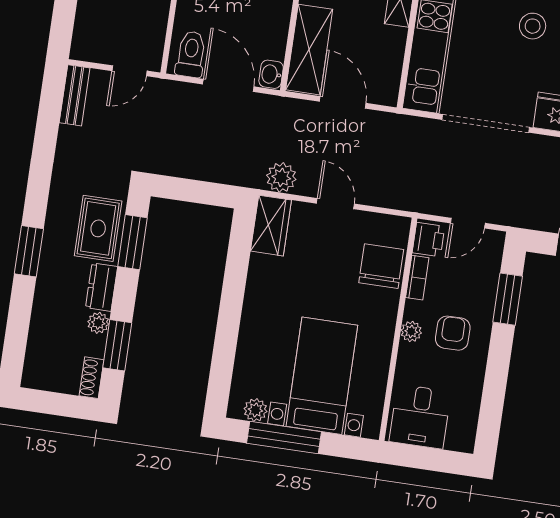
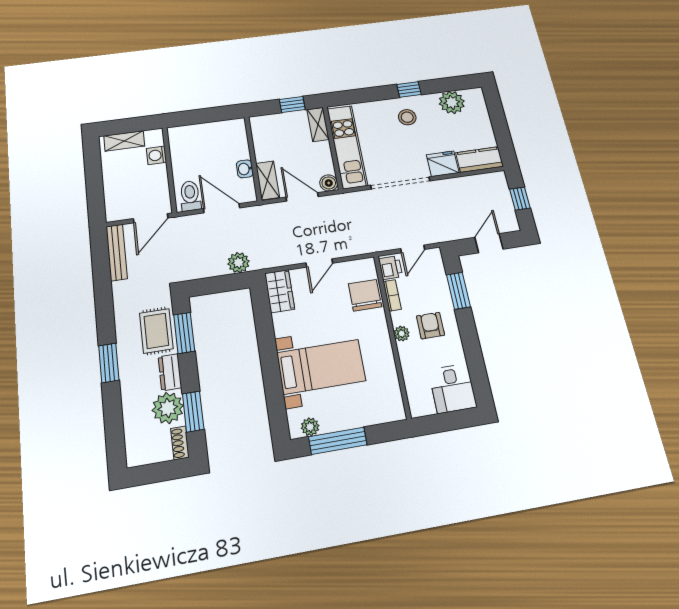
shelving: (309, 50) -> (268, 180), width x0.67, depth x0.75
door: (129, 71) -> (151, 218), width x1.37
washbasin: (271, 74) -> (245, 169), moved
boiler: (386, 93) -> (329, 183), added
bench: (75, 95) -> (117, 252), width x1.36
plant: (281, 177) -> (239, 263), moved
door: (335, 204) -> (319, 263), swing flipped
plant: (98, 323) -> (168, 408), width x1.88, depth x1.88
bed with nightstands: (322, 376) -> (321, 367), moved, turned 90
desk: (420, 417) -> (453, 388), moved

